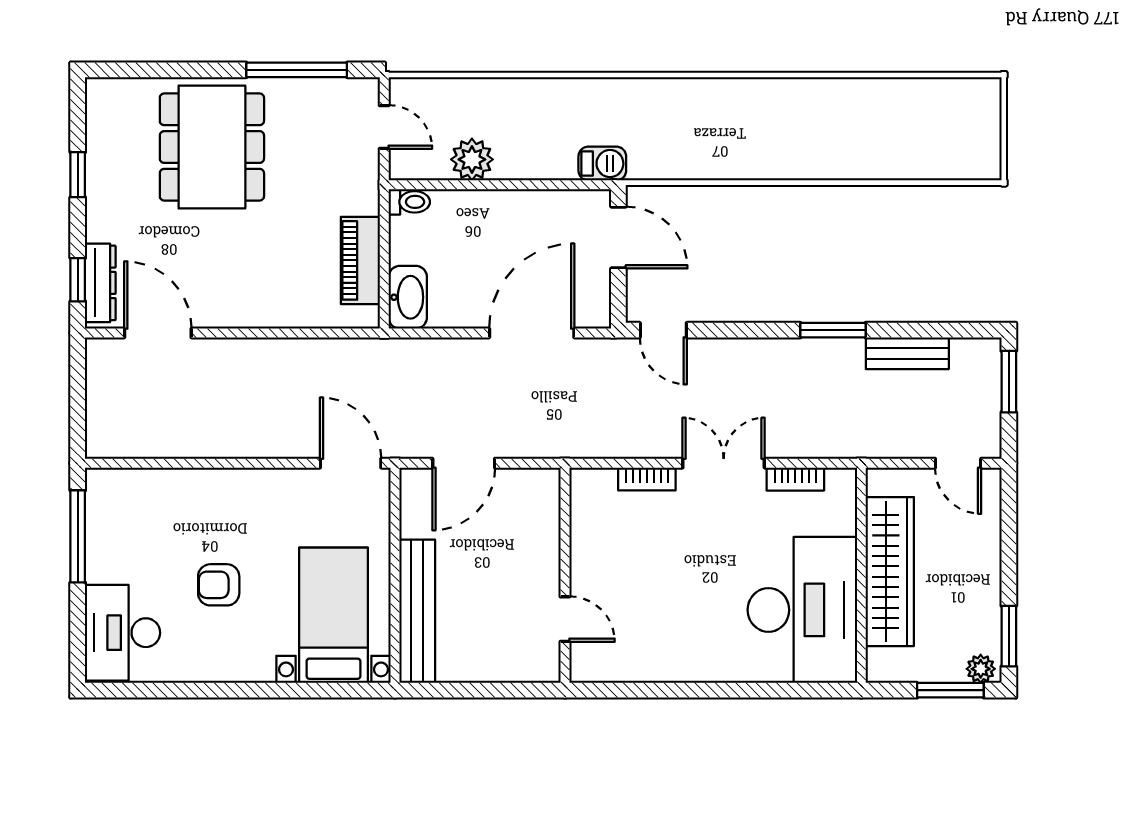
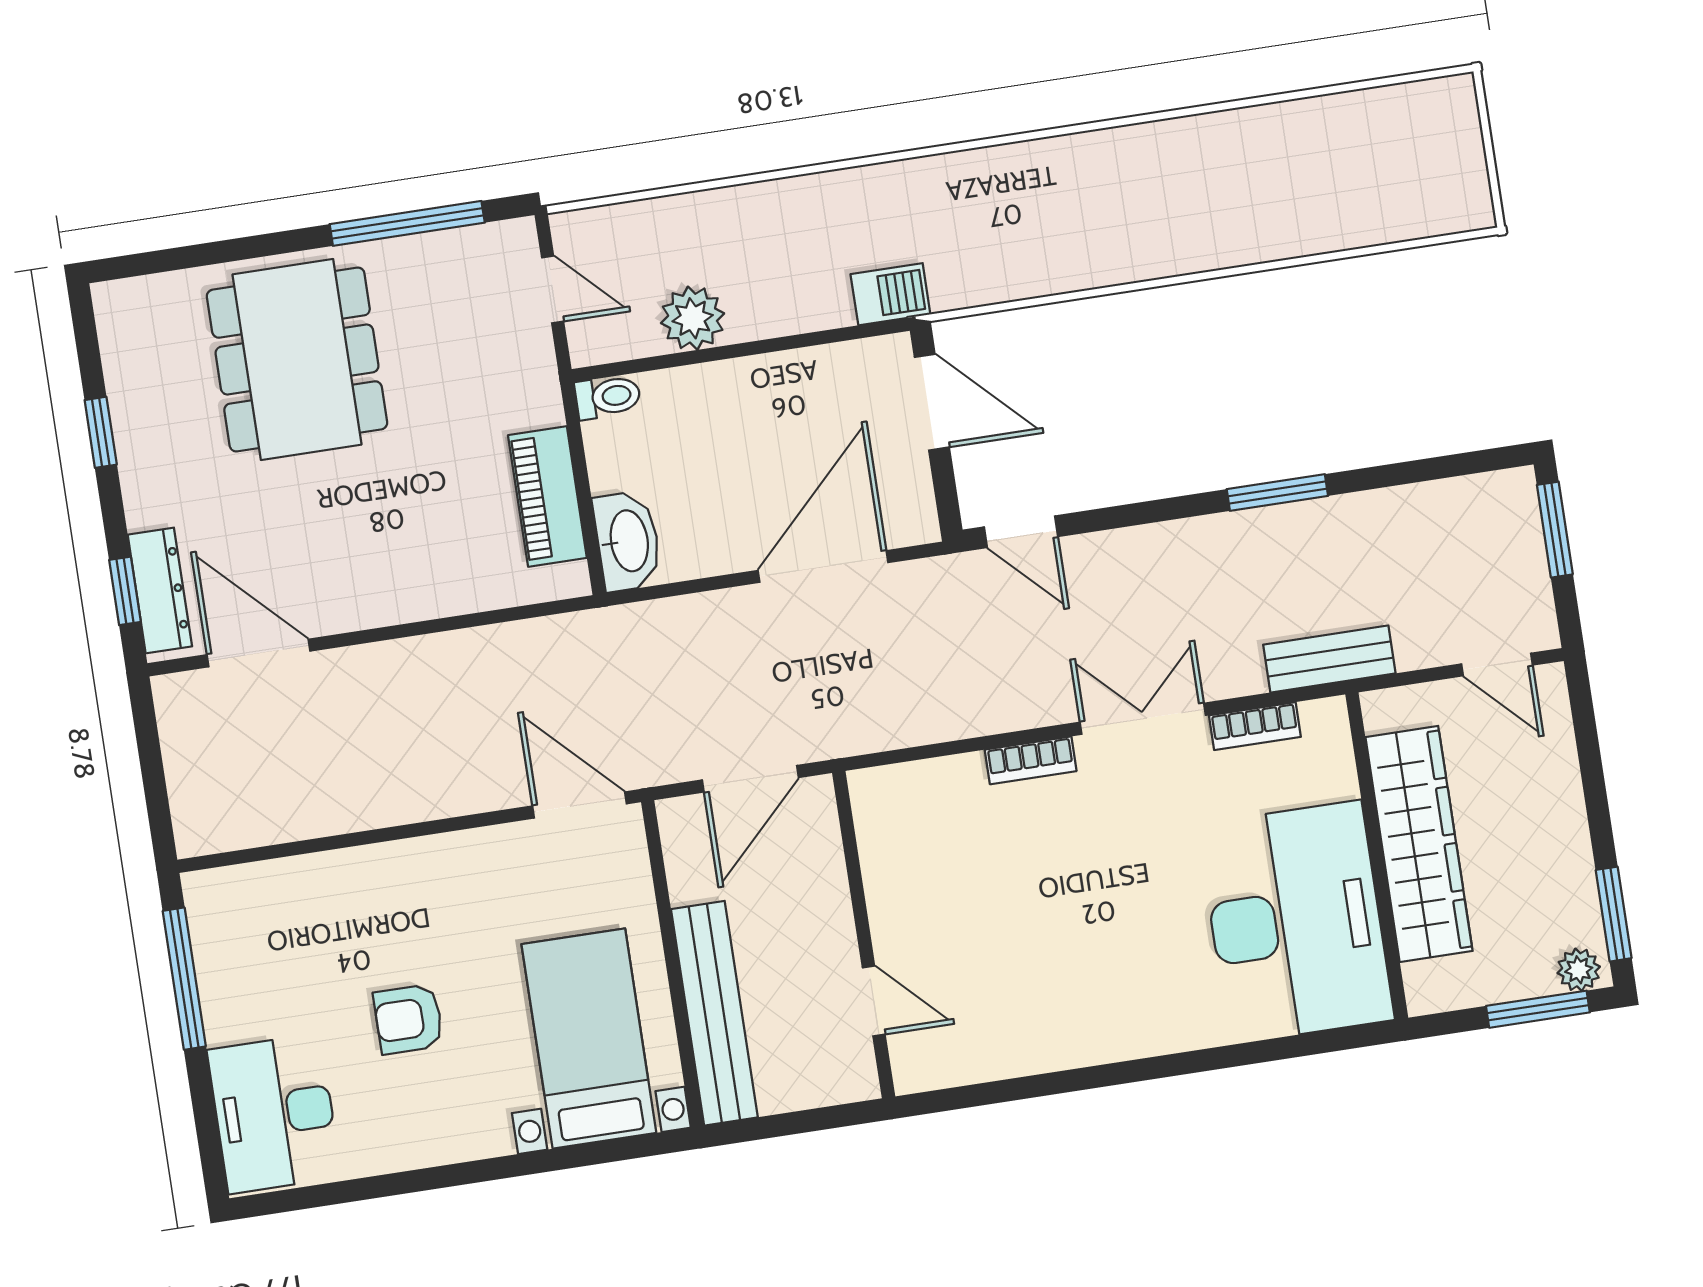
bench: (907, 353) -> (1329, 659), moved
wall: (565, 575) -> (864, 935), moved
door: (565, 619) -> (874, 1001), moved

